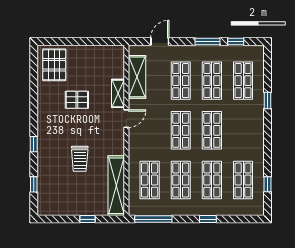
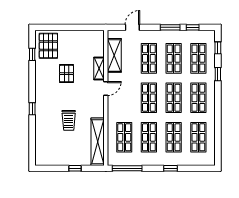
pallet: (77, 100) -> (66, 74), turned 90
shop shelf: (243, 130) -> (198, 98), added
window: (34, 184) -> (32, 54), moved
window: (268, 184) -> (218, 48), moved

